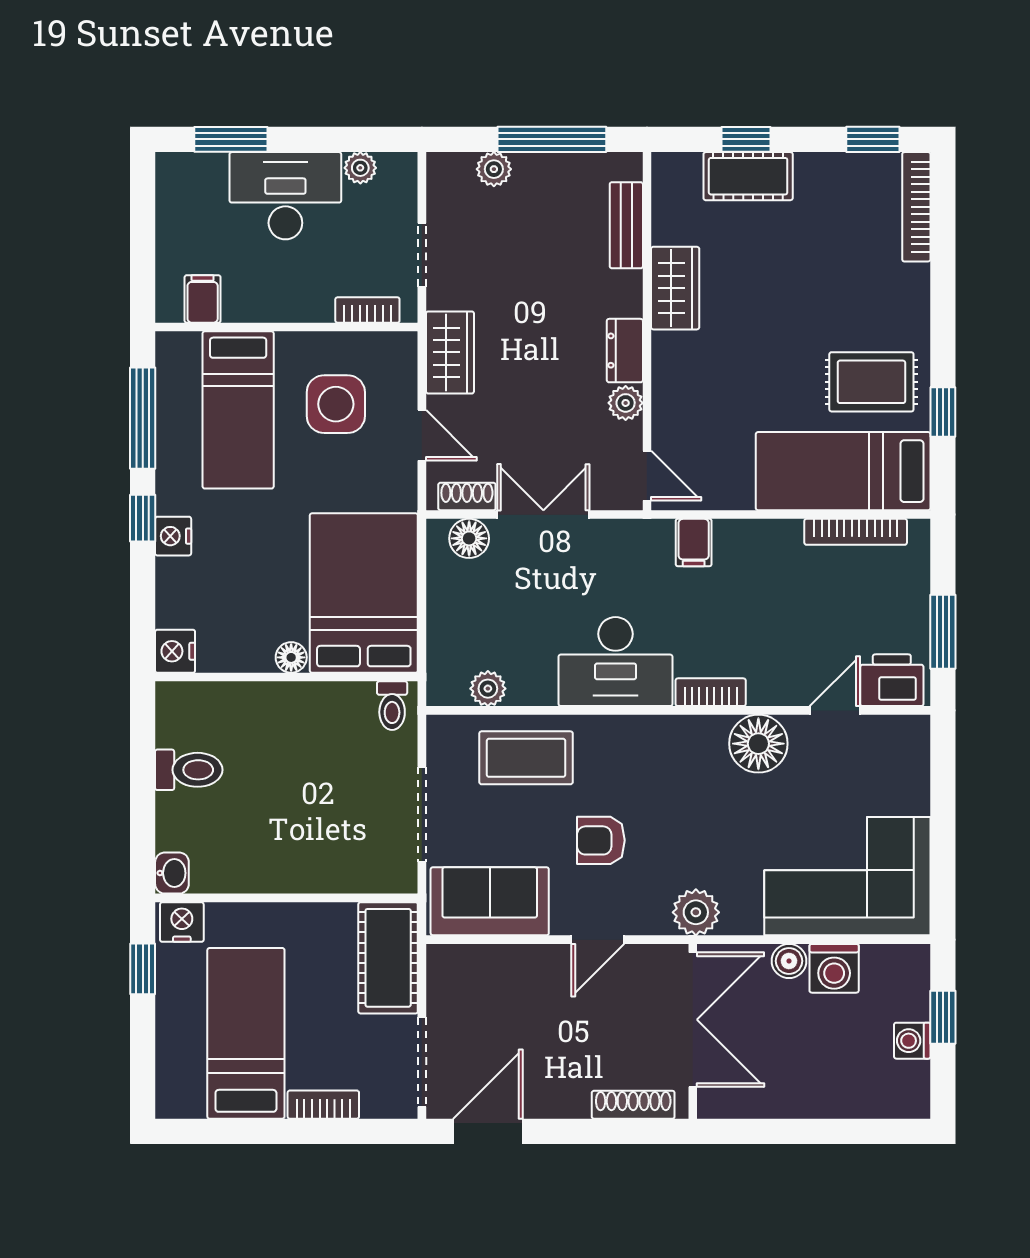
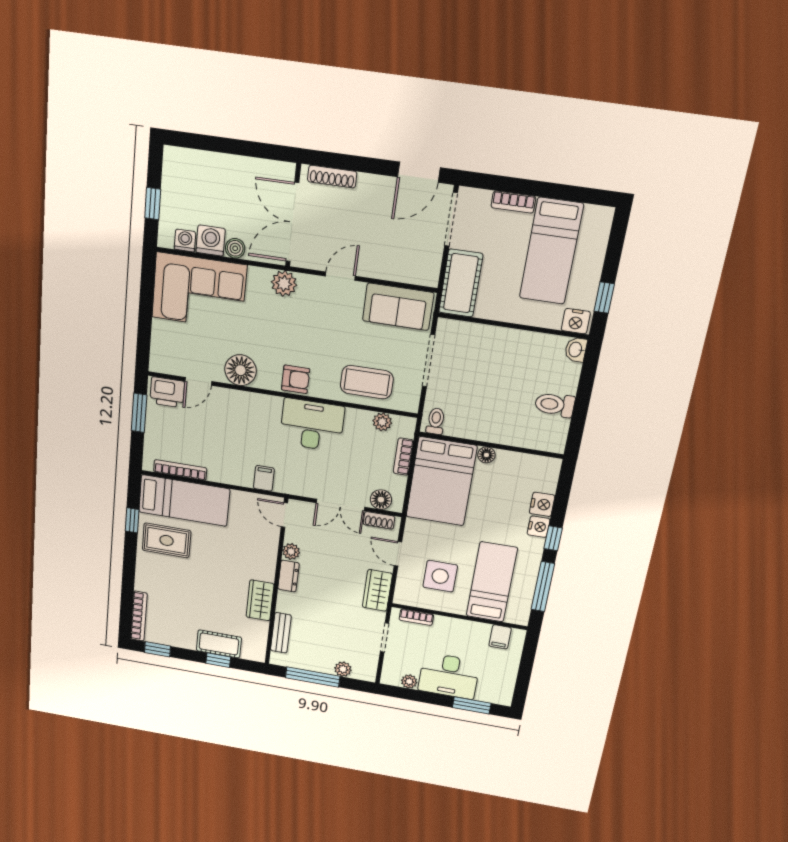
nightstand: (175, 651) -> (542, 504), moved
bookcase: (711, 692) -> (403, 457), moved, turned 90
armchair: (601, 840) -> (296, 379), moved
washing machine: (912, 1041) -> (185, 240), moved, turned -90

